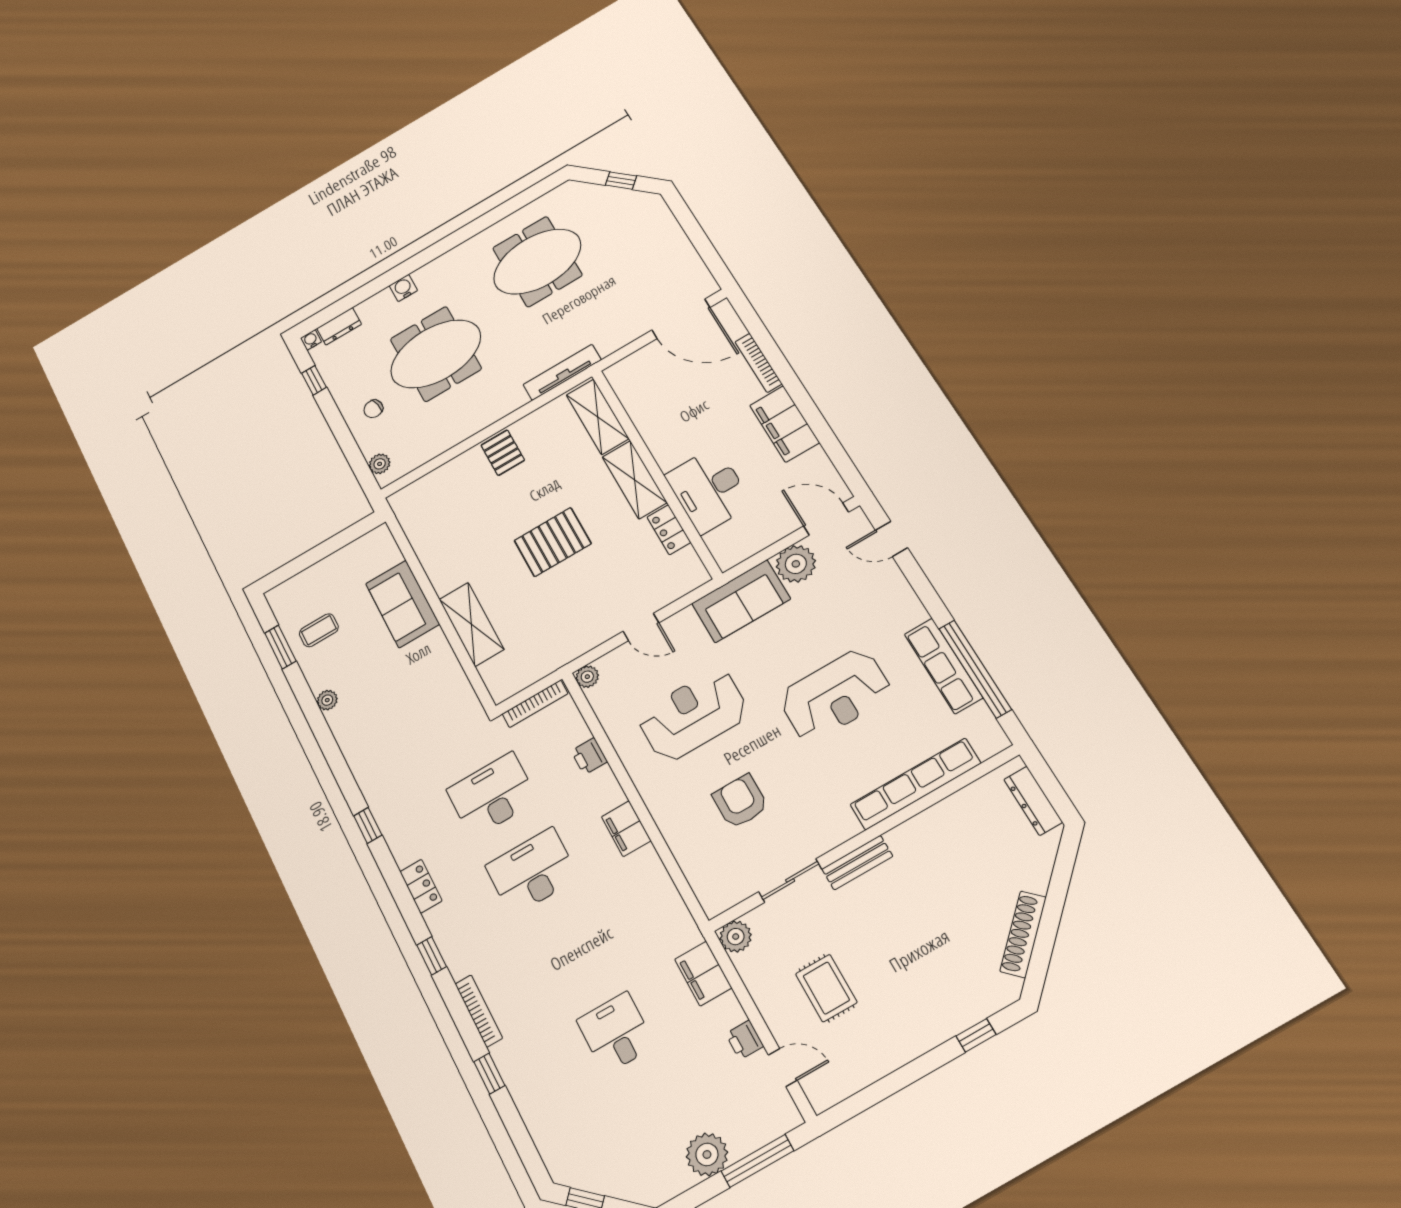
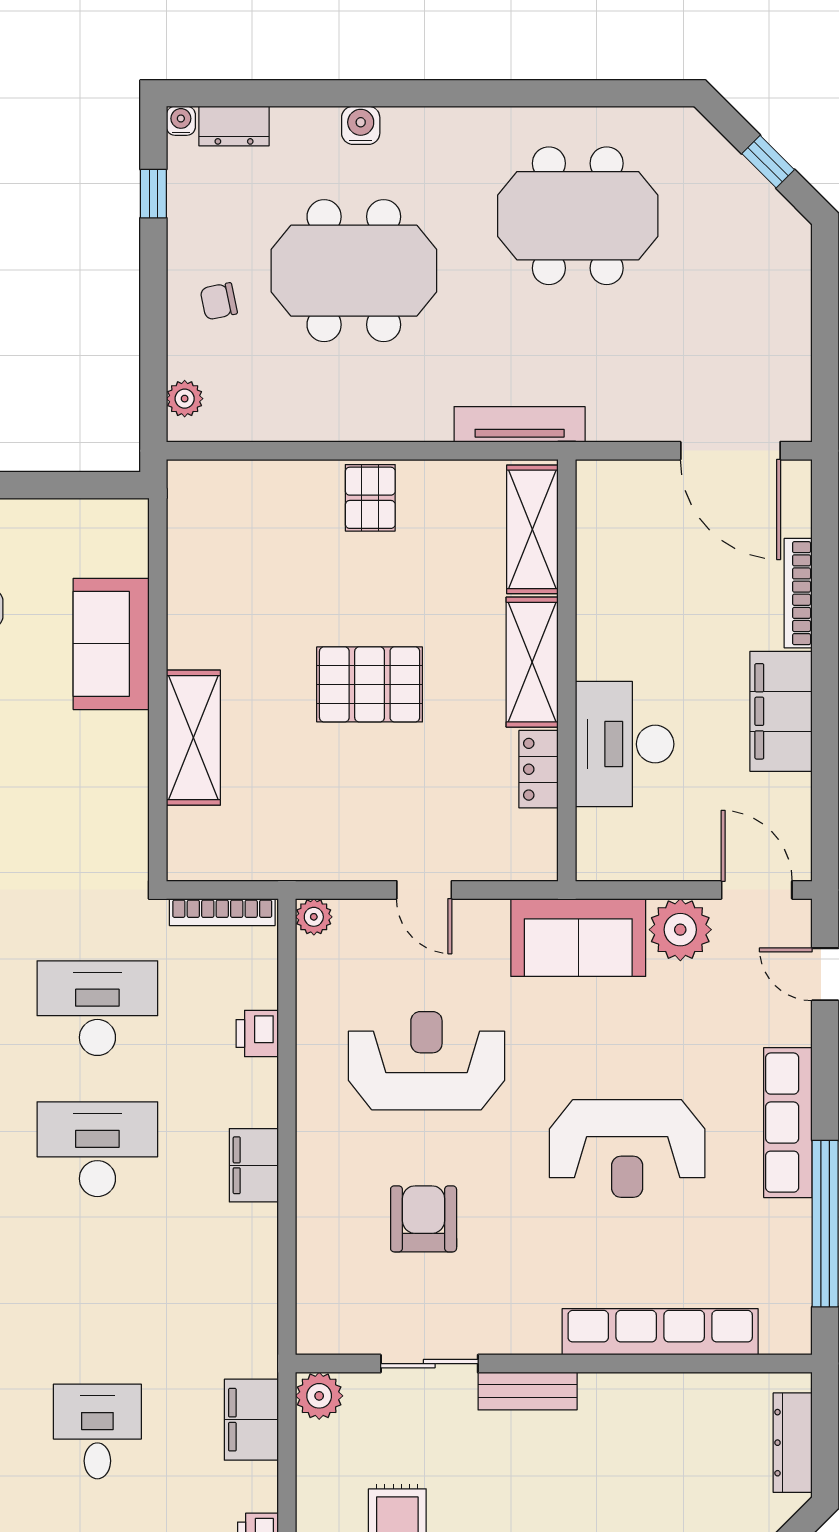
row of seats: (943, 666) -> (788, 1123), moved

